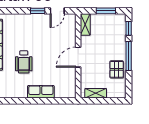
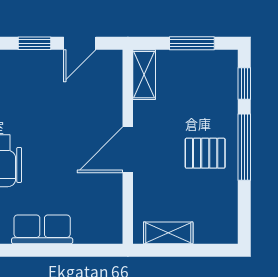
pallet: (117, 69) -> (205, 153), moved, turned 90

